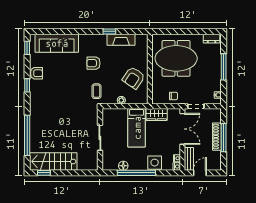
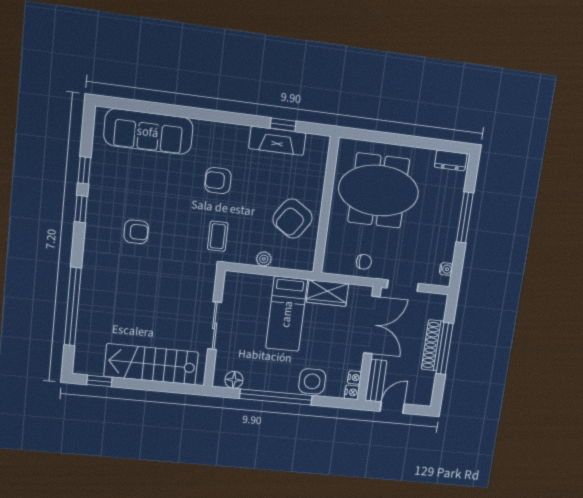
window: (109, 31) -> (283, 125), moved
window: (27, 48) -> (84, 170), moved
armchair: (36, 73) -> (136, 232), moved
stairs: (53, 161) -> (151, 364), moved
floor lamp: (123, 166) -> (234, 380), moved

